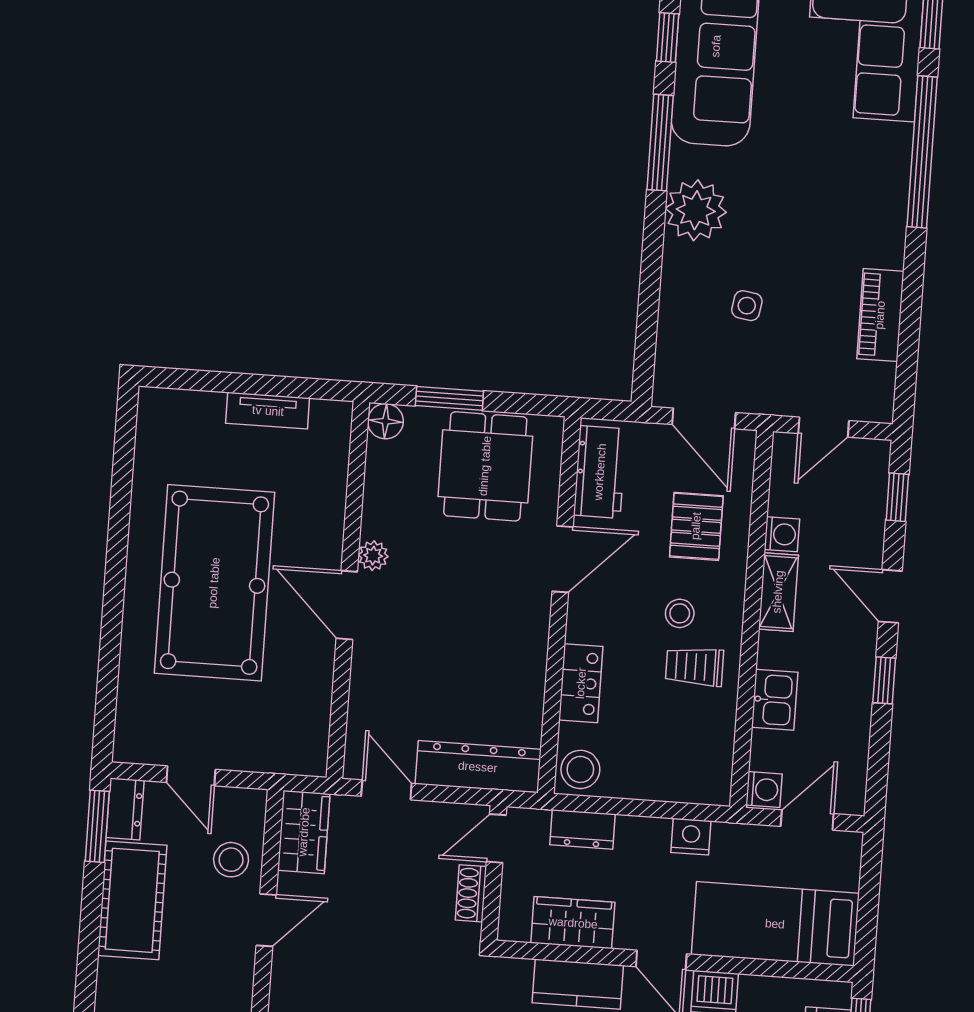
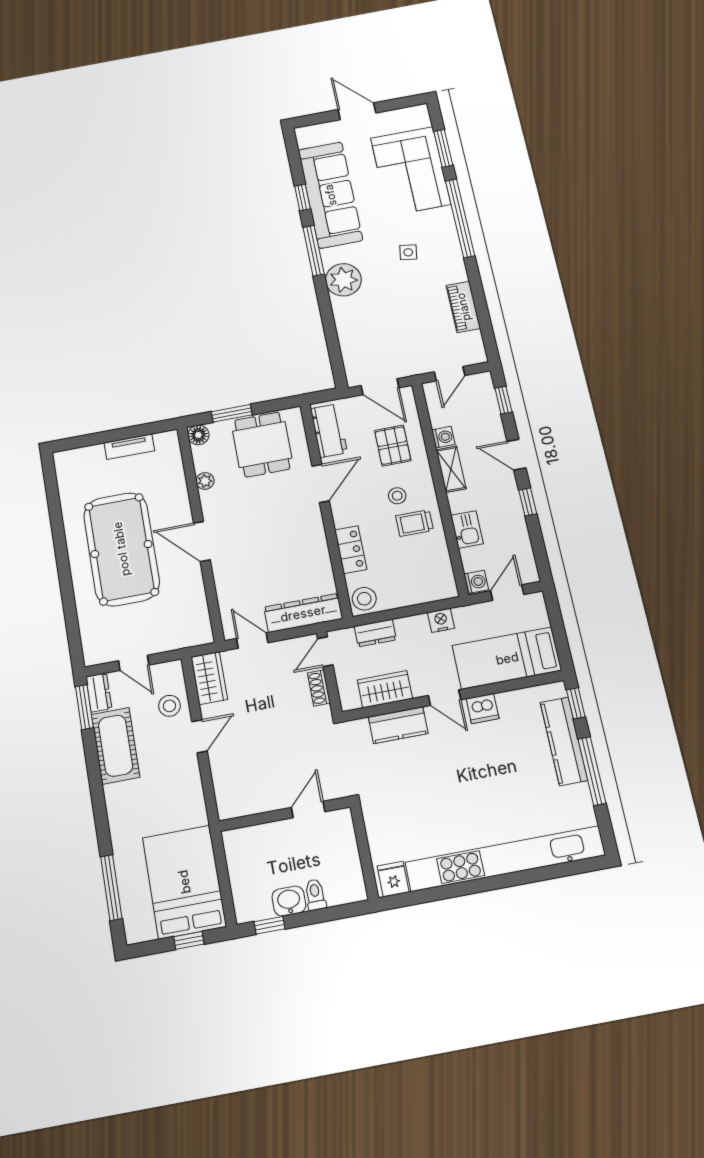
side table: (747, 306) -> (408, 252), moved
plant: (373, 556) -> (205, 481), moved

